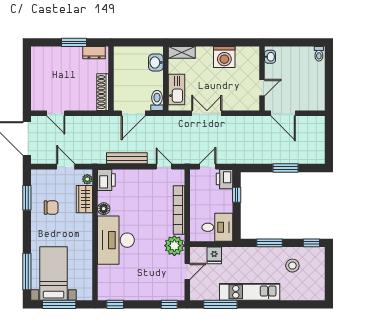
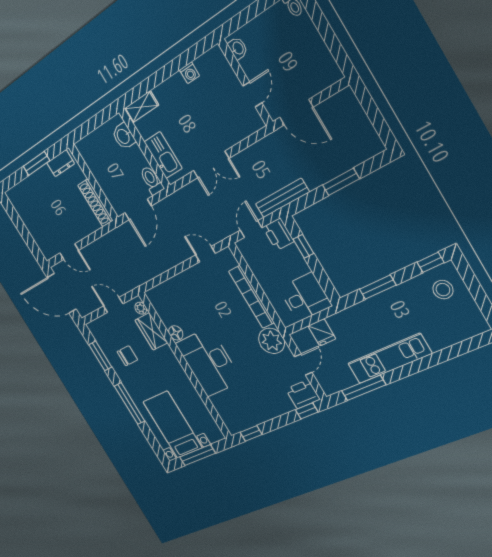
washing machine: (224, 57) -> (190, 73), width x0.53, depth x0.53
double door: (207, 113) -> (211, 165), swing flipped
bench: (127, 158) -> (282, 198), moved
printer: (106, 180) -> (303, 394), moved, turned -90
stool: (292, 266) -> (443, 290), moved
window: (27, 271) -> (130, 404), moved

